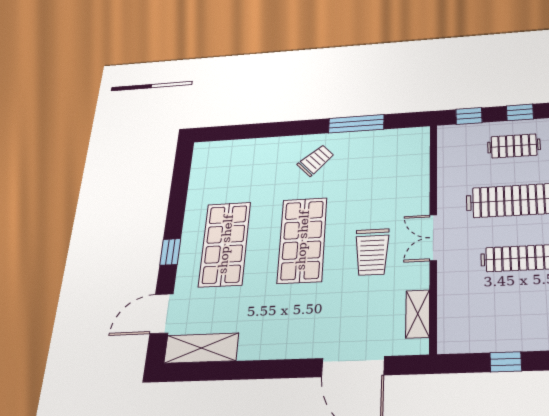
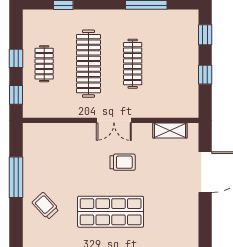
trolley: (372, 252) -> (123, 162), width x0.73, depth x0.72

